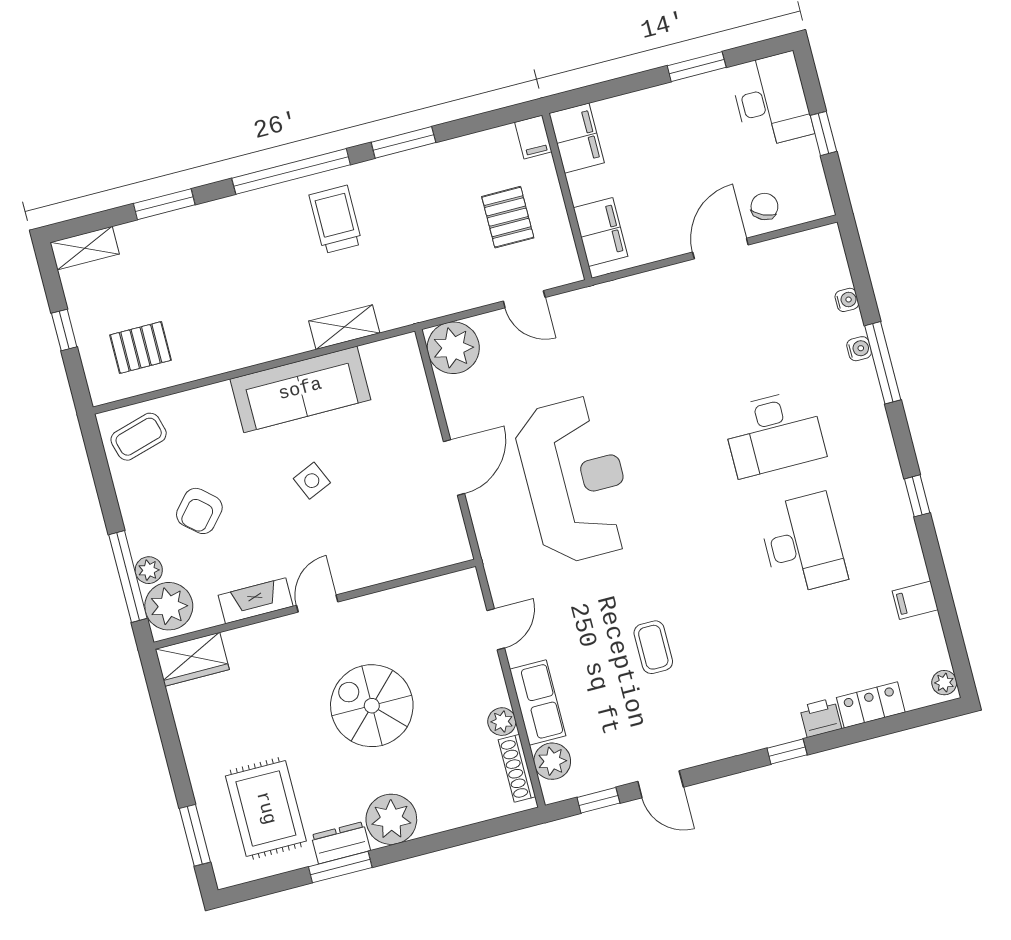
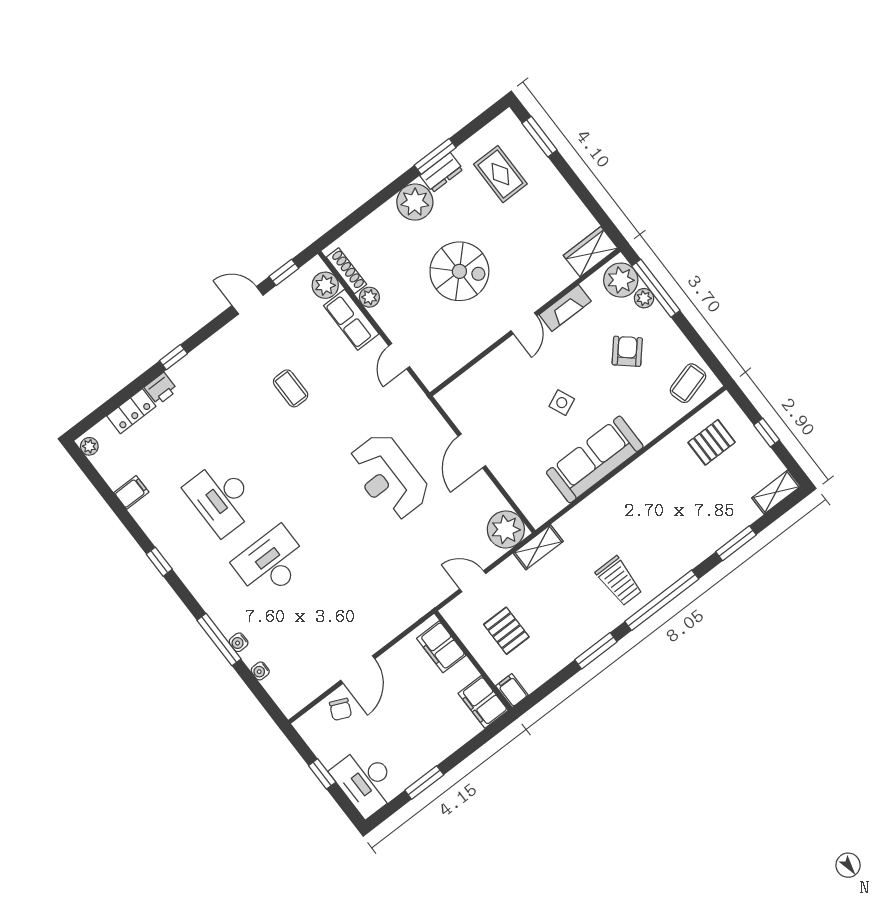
shelving: (344, 327) -> (538, 547), moved
reception desk: (575, 480) -> (389, 477), width x0.74, depth x0.77
rug: (266, 808) -> (500, 174), width x0.73, depth x0.70

